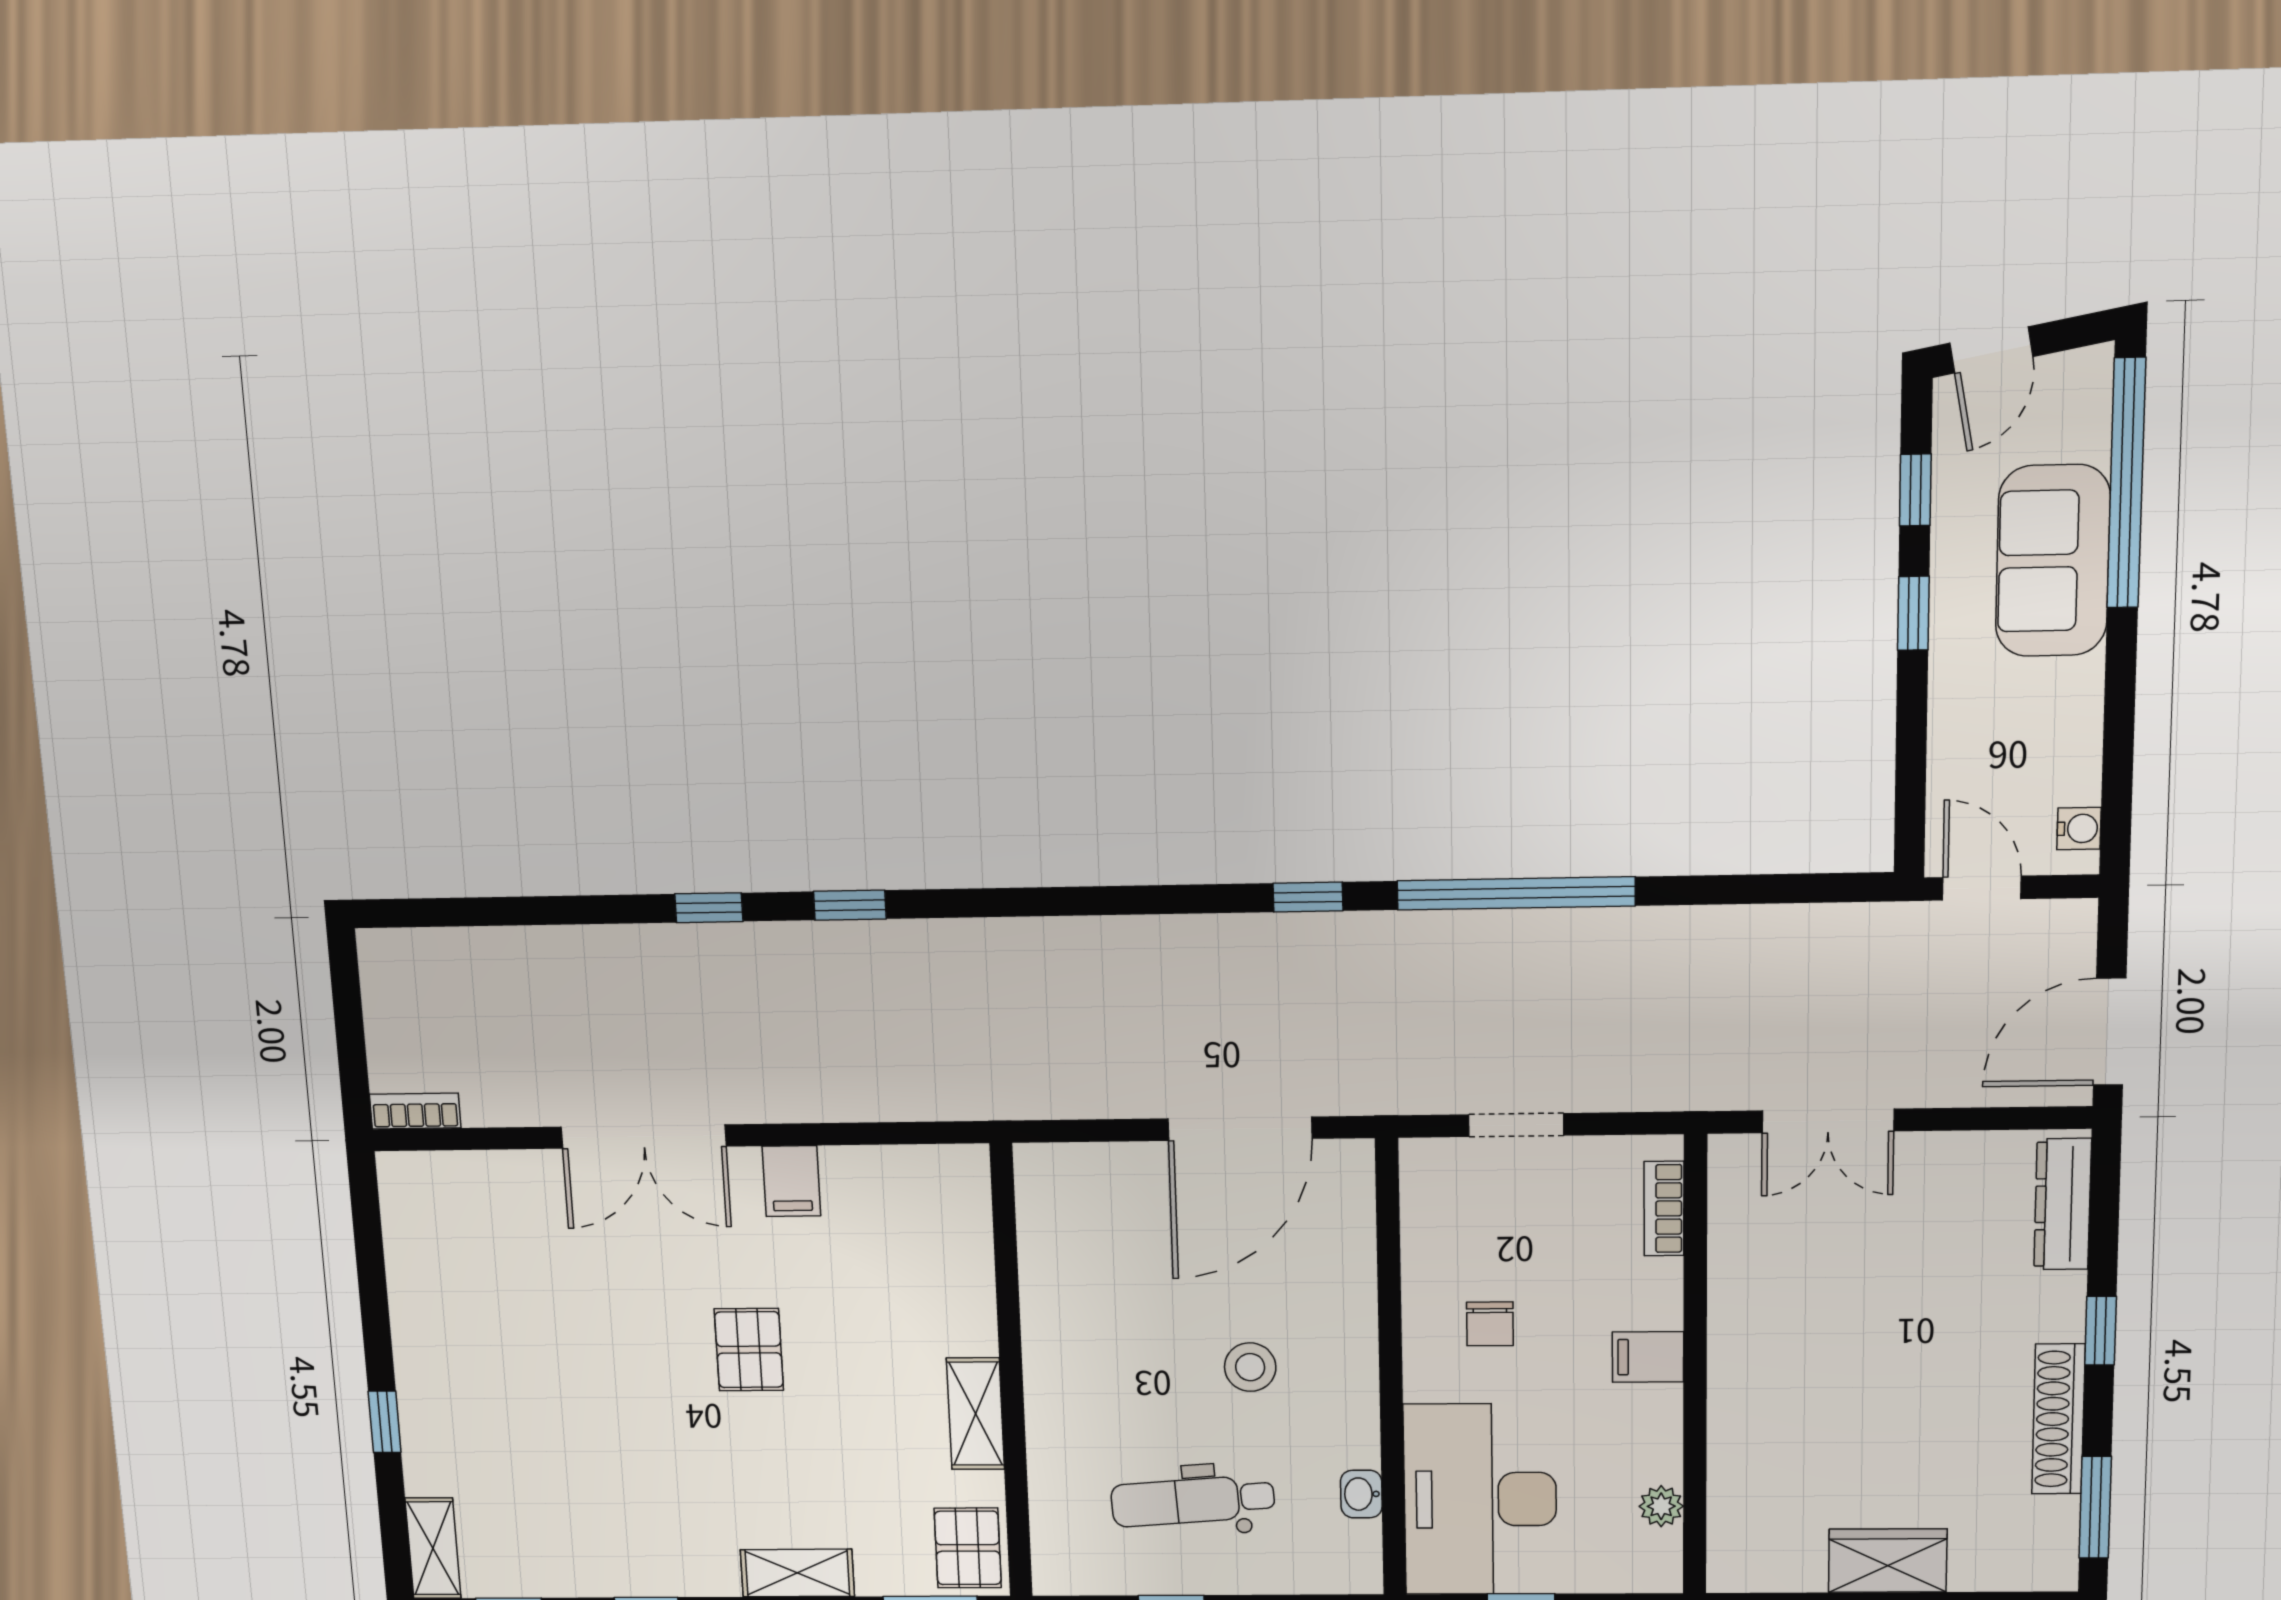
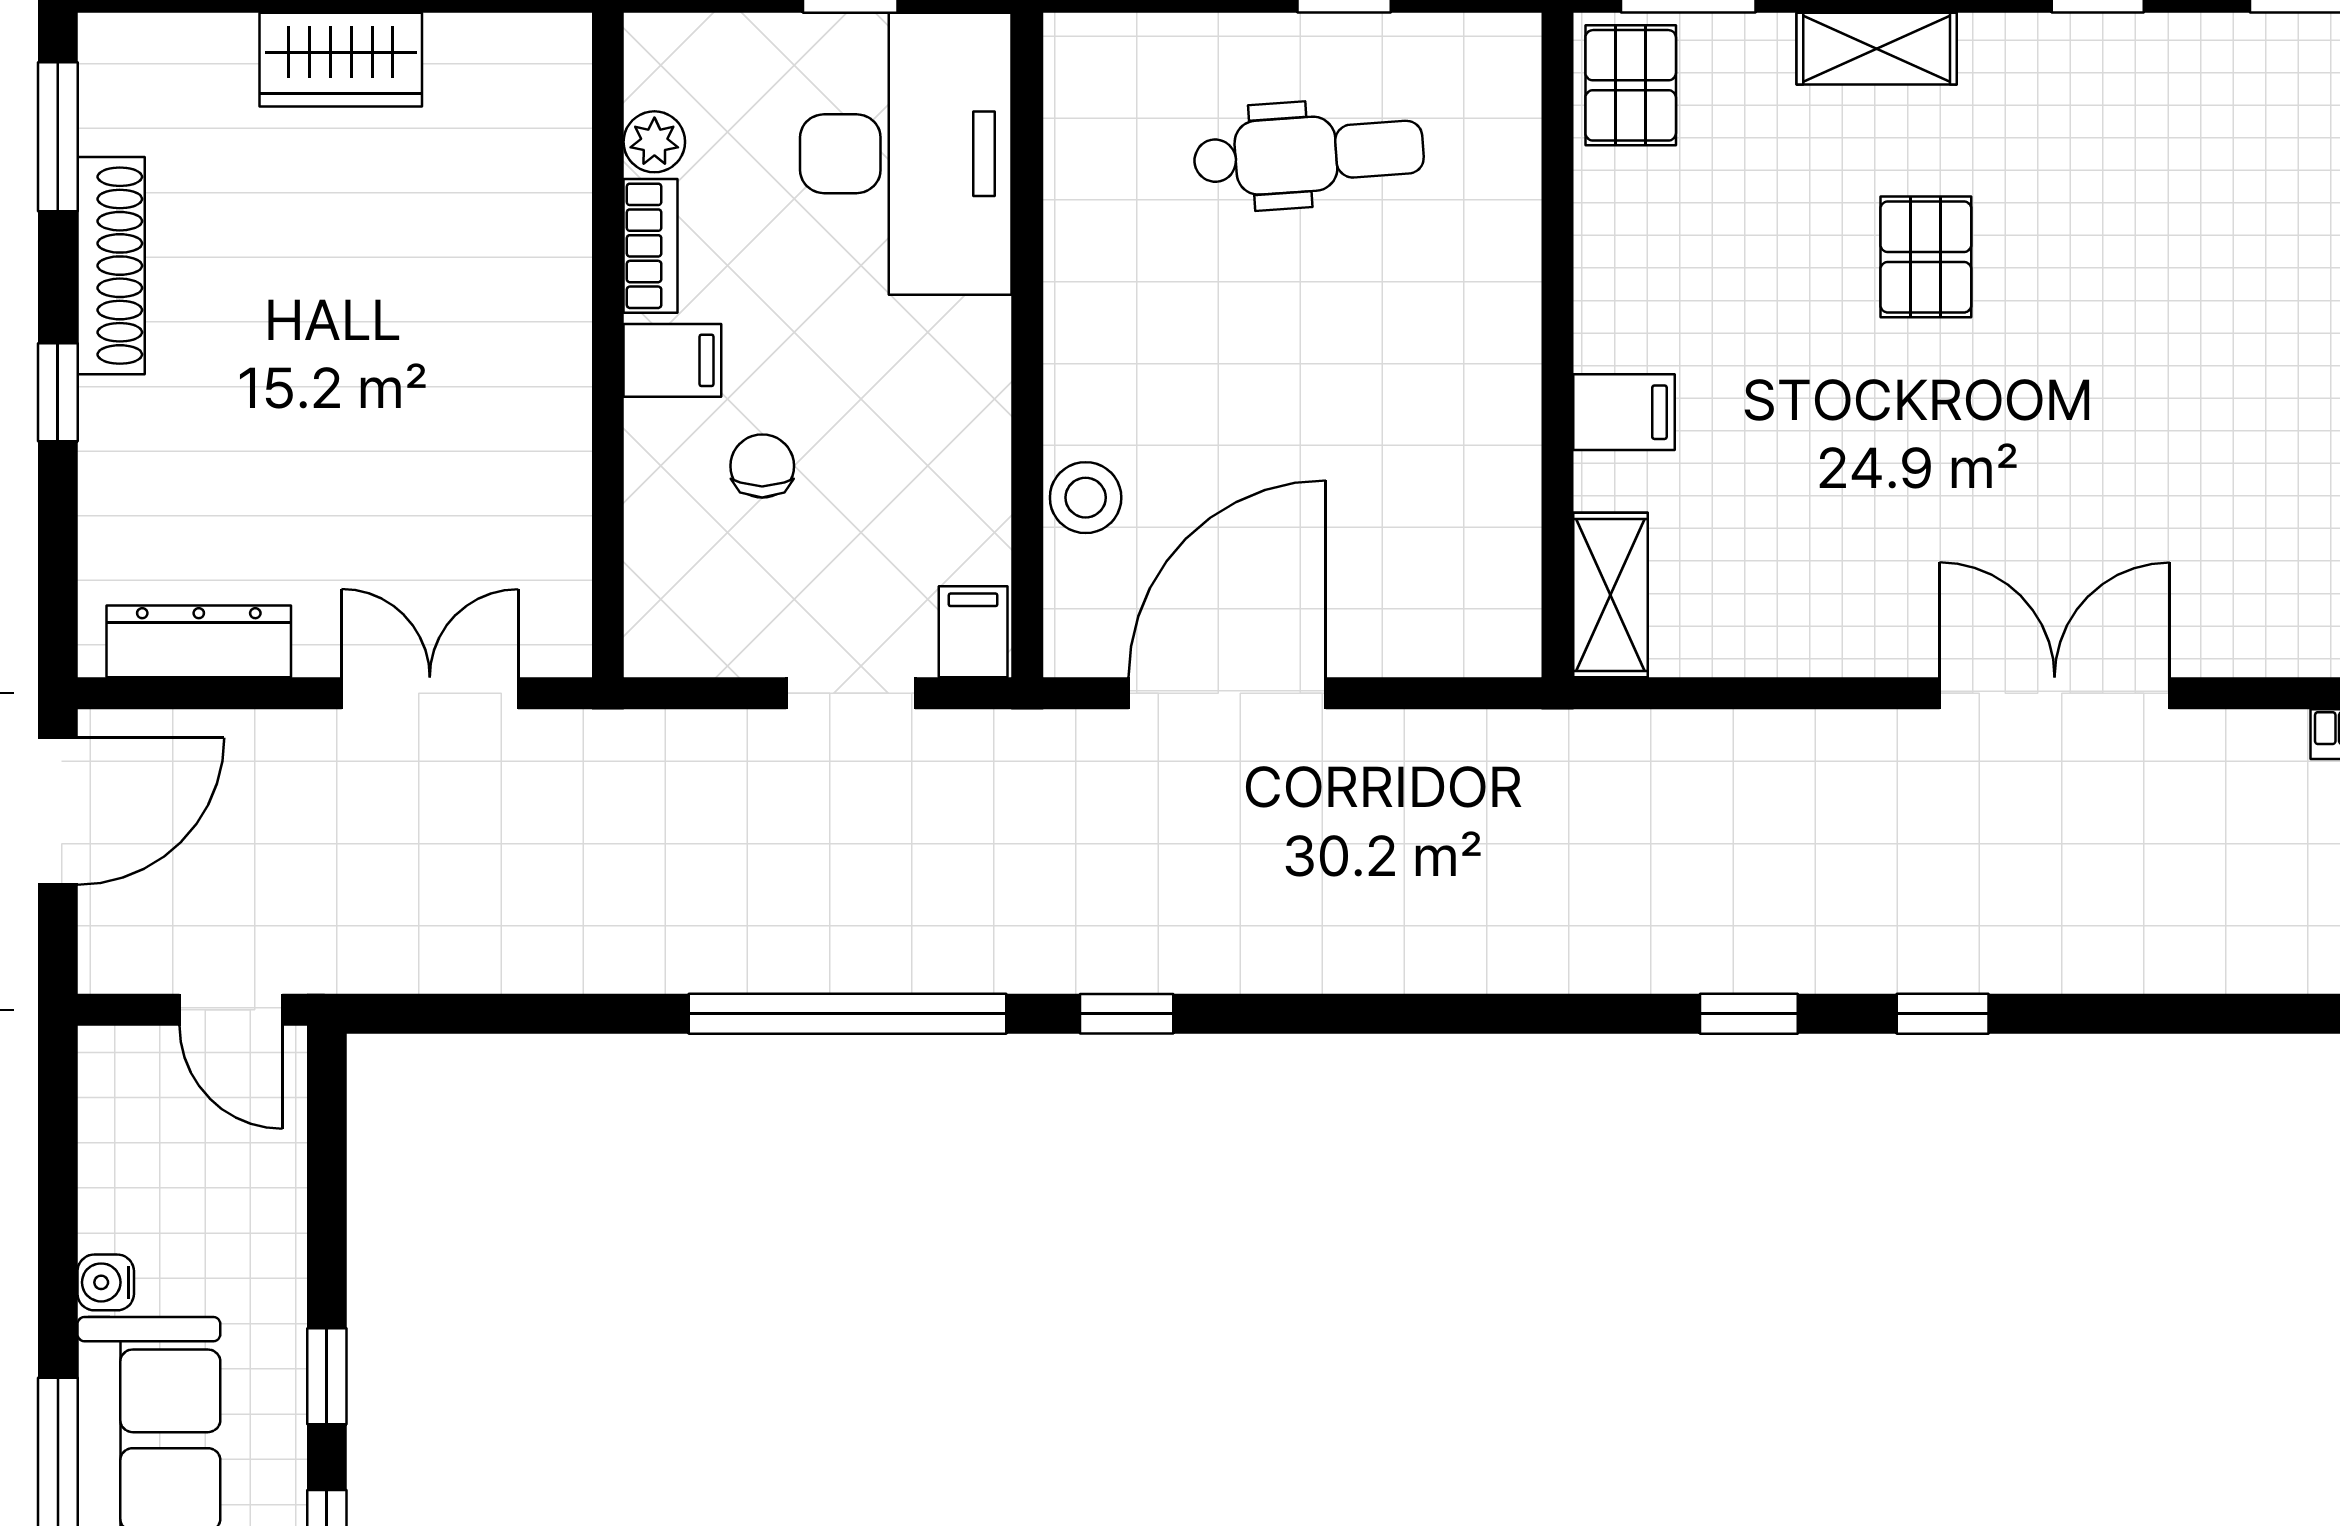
water cooler: (2079, 828) -> (106, 1282), moved
filing cabinet: (1427, 1170) -> (973, 632), added
filing cabinet: (791, 1181) -> (1624, 412), moved, turned 90
dresser: (2063, 1204) -> (199, 641), moved, turned -90
bookcase: (1664, 1209) -> (650, 246), moved
chair: (1490, 1324) -> (762, 466), moved
pallet: (749, 1350) -> (1926, 257), moved
stool: (1250, 1367) -> (1086, 498), moved
shelving: (976, 1414) -> (1610, 595), moved
washbasin: (1361, 1494) -> (1072, 163), removed

